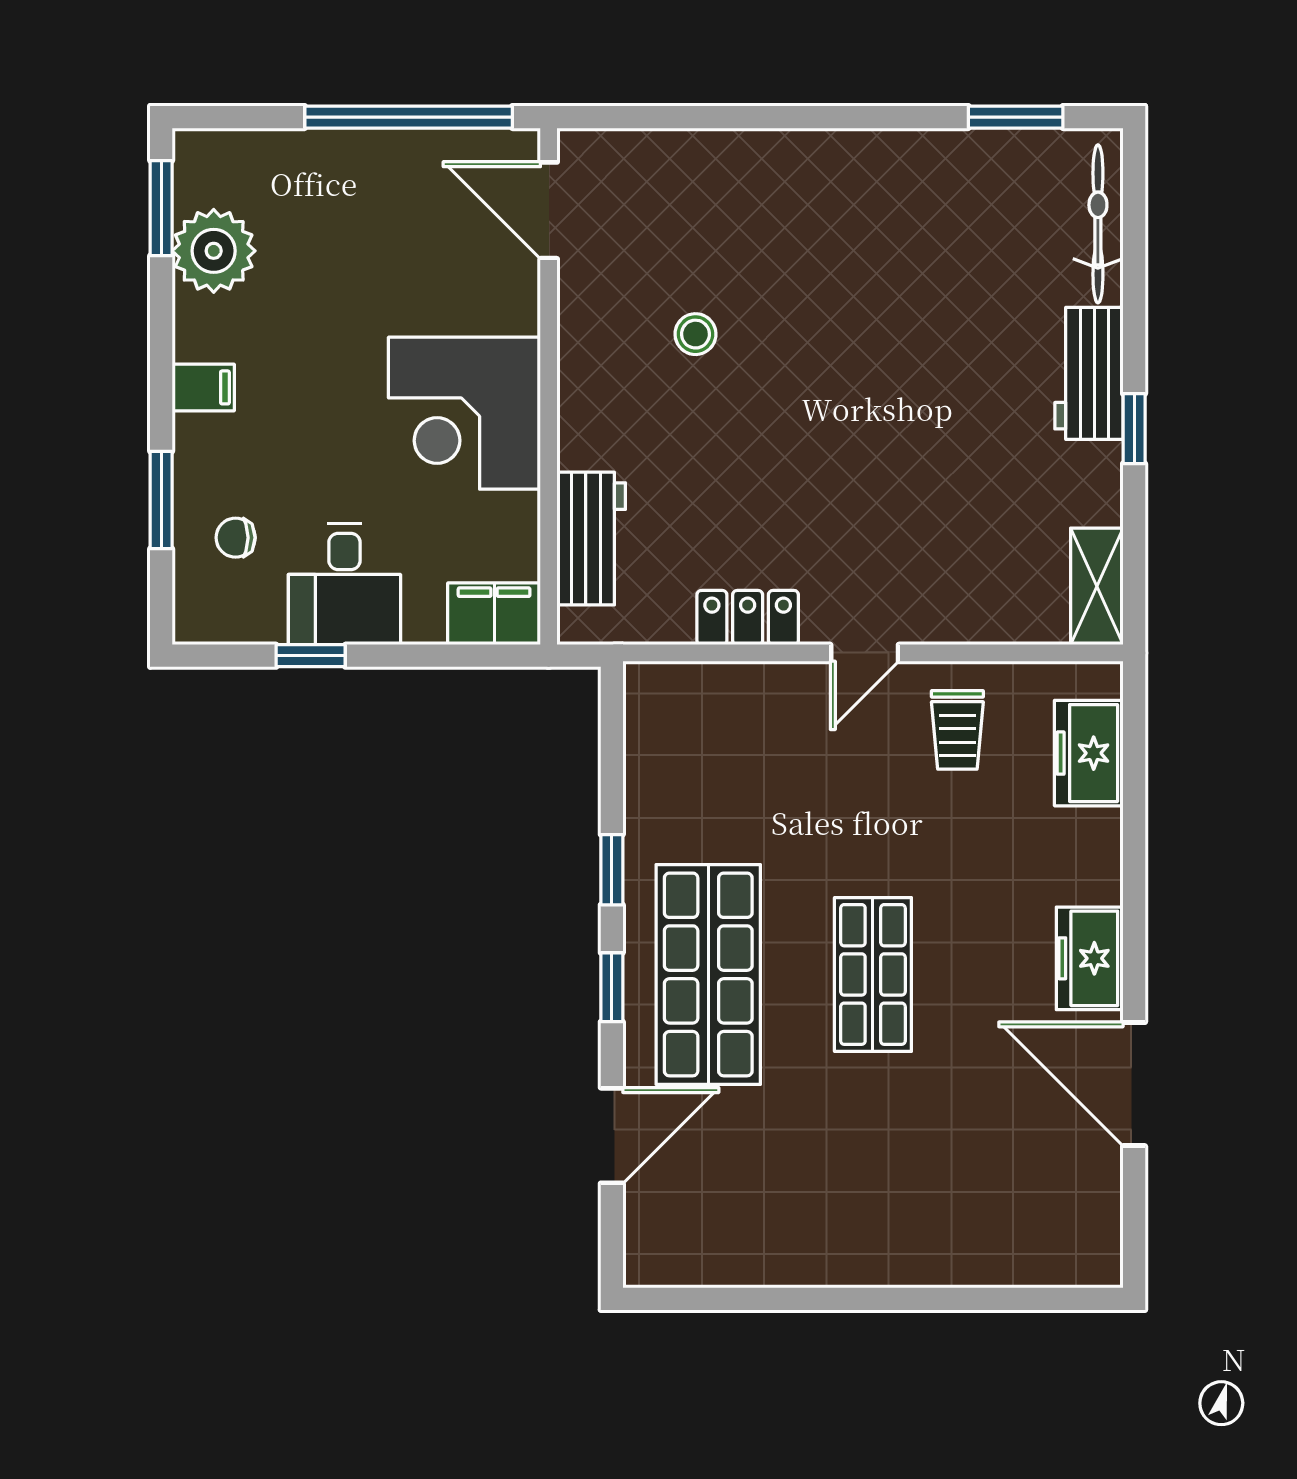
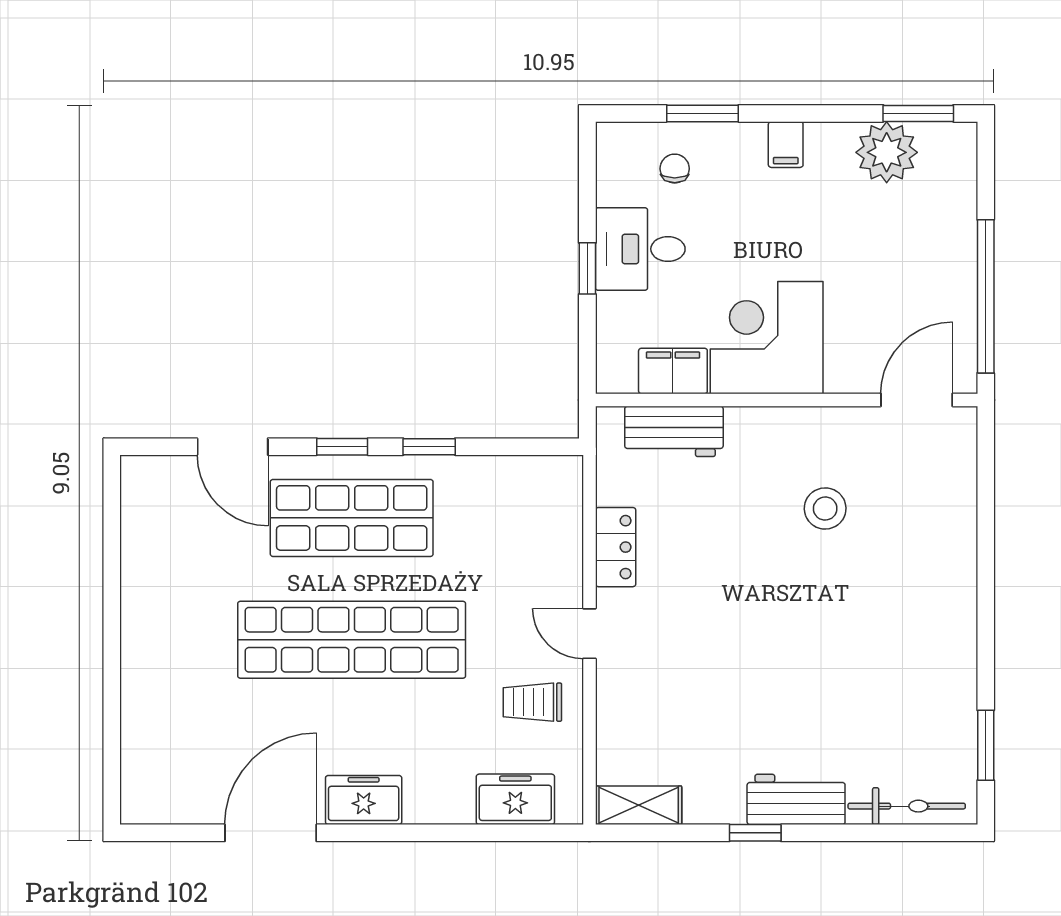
stool: (695, 334) -> (825, 509), width x1.37, depth x1.37
filing cabinet: (494, 614) -> (673, 371), moved, turned -90
window: (311, 656) -> (587, 268), moved
shop shelf: (873, 974) -> (352, 640), width x2.00, depth x1.36

